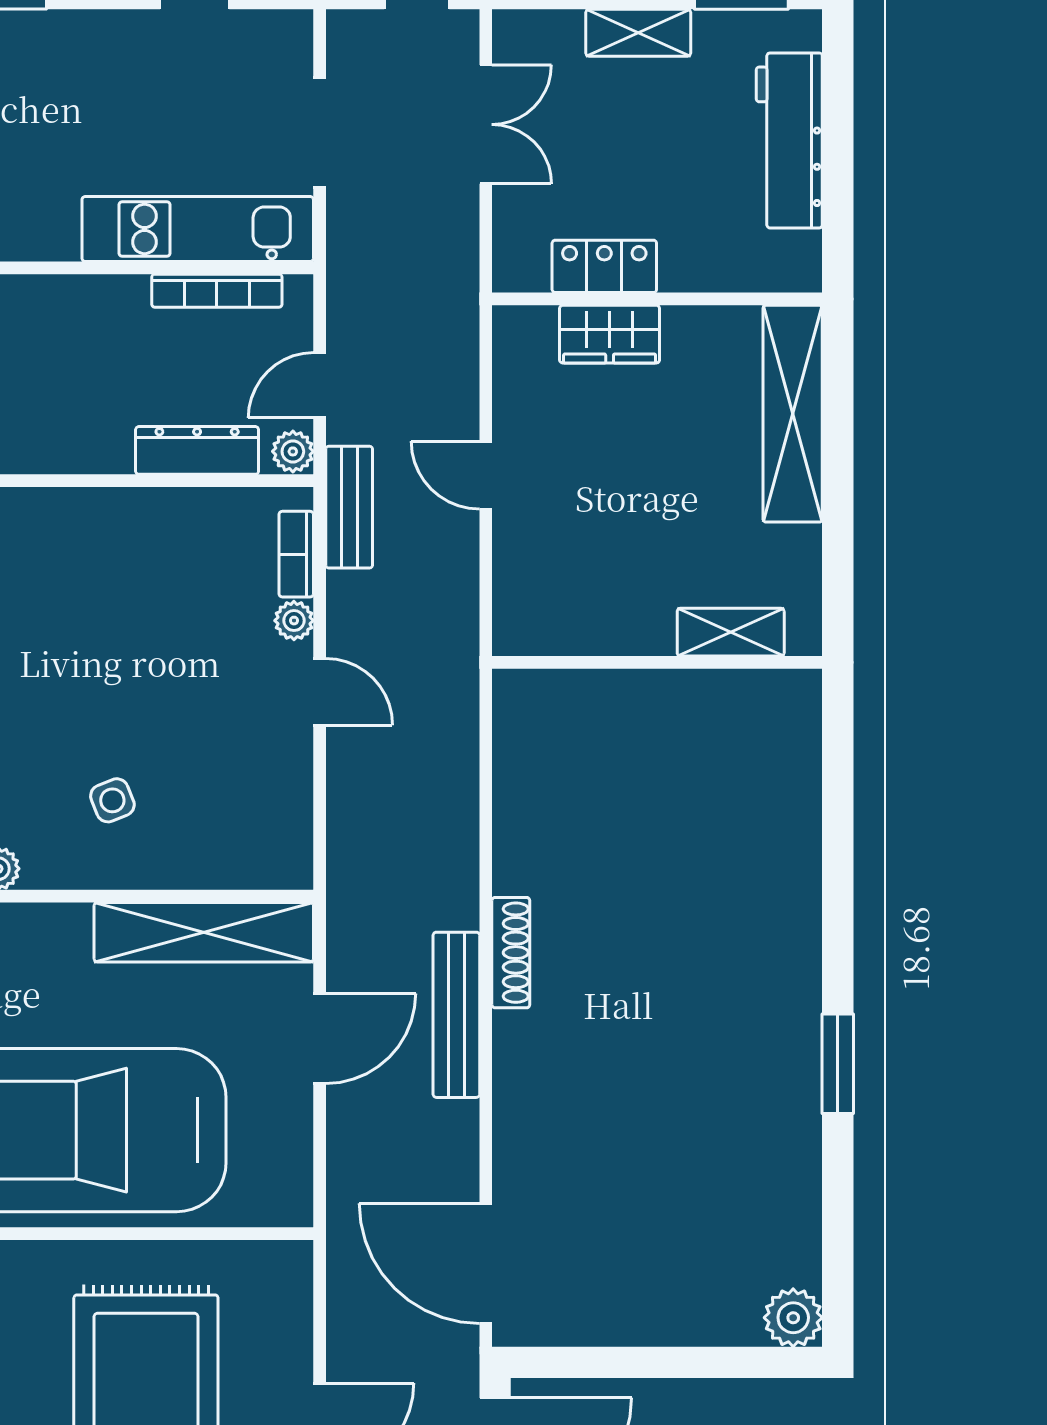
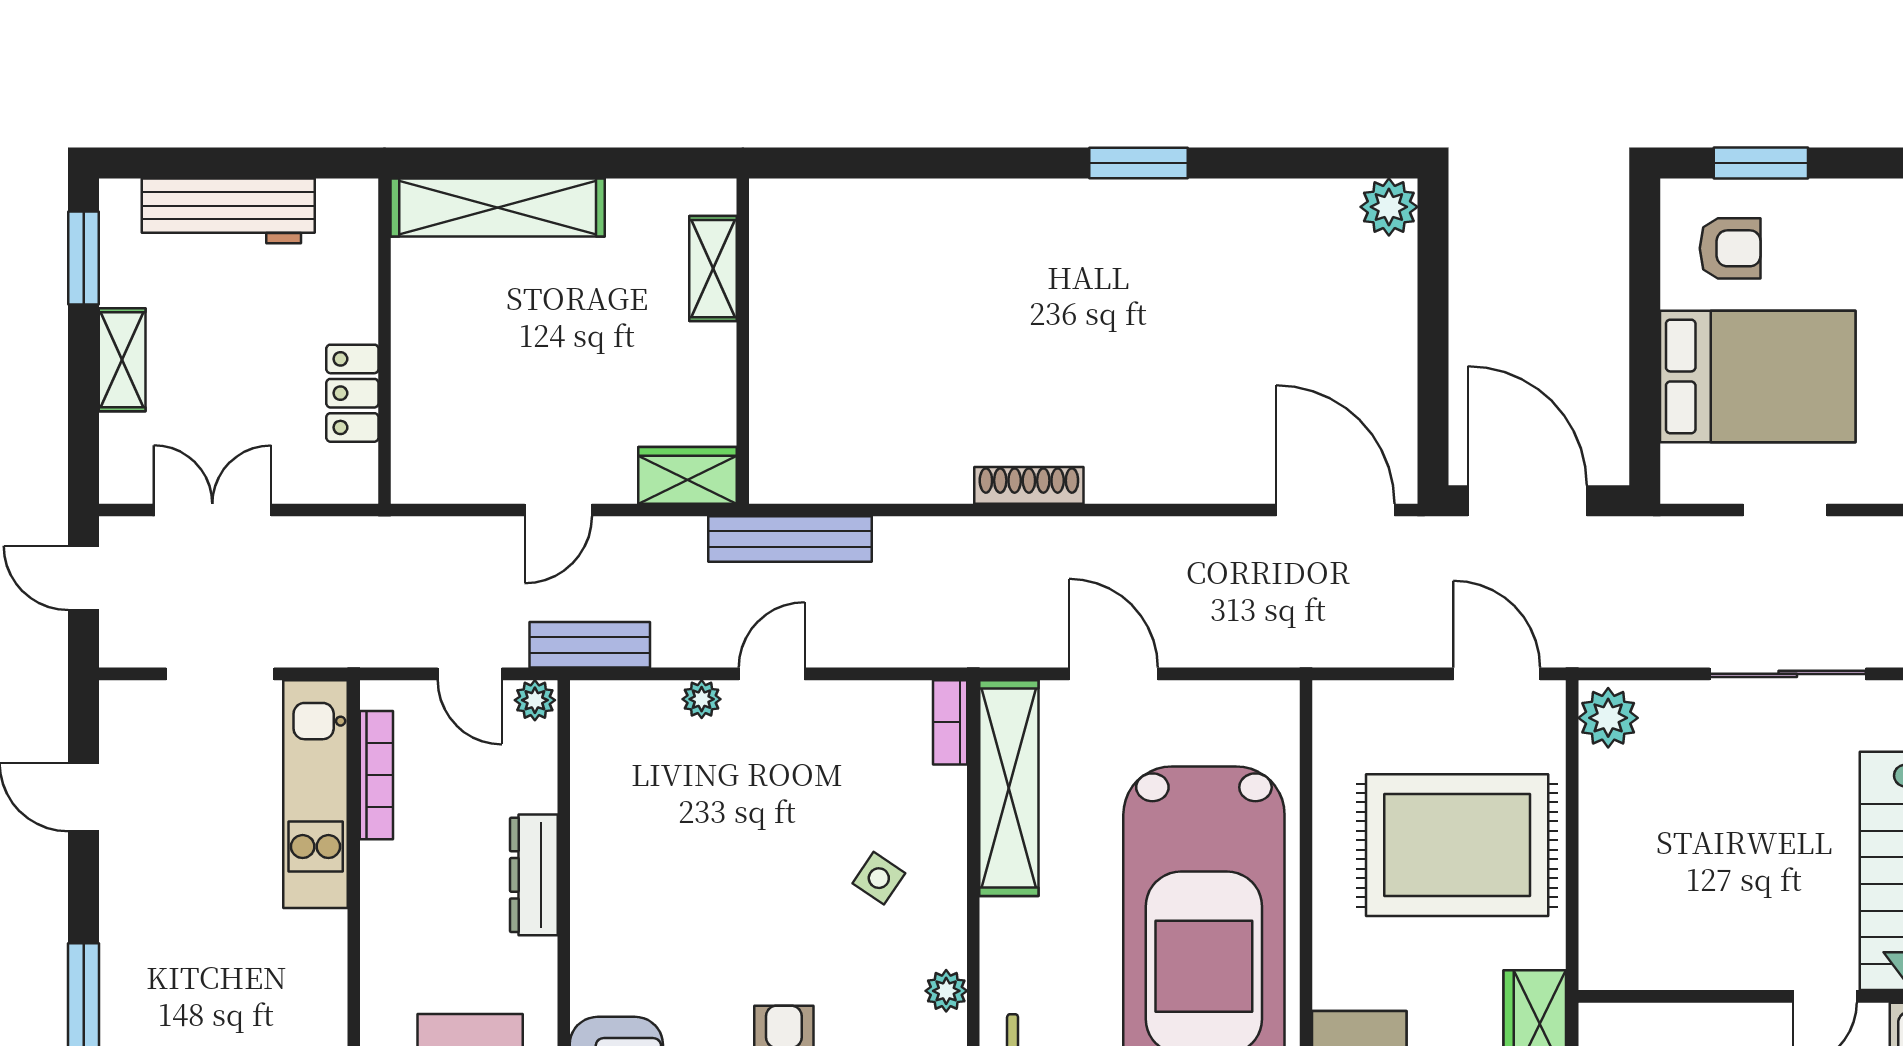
wardrobe: (610, 334) -> (687, 475), moved, turned -90
dresser: (197, 450) -> (534, 875), moved
bookcase: (296, 554) -> (950, 722), moved, turned 90
side table: (112, 800) -> (879, 878), turned -34
bench: (456, 1015) -> (790, 539), moved
door: (486, 1263) -> (1335, 510), swing flipped

